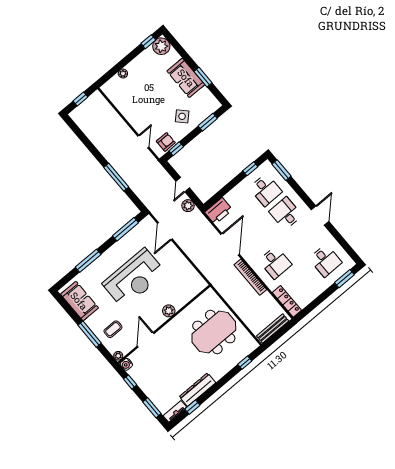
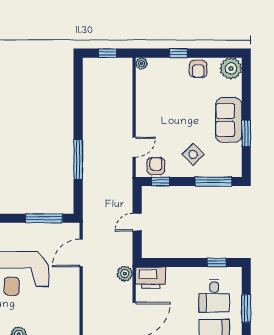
window: (148, 42) -> (178, 53), moved
armchair: (142, 63) -> (198, 69), added
plant: (123, 74) -> (141, 63), moved
window: (208, 122) -> (213, 181), width x1.44
armchair: (166, 142) -> (156, 166), turned -90
window: (282, 170) -> (246, 308), moved
plant: (188, 206) -> (125, 274), moved

